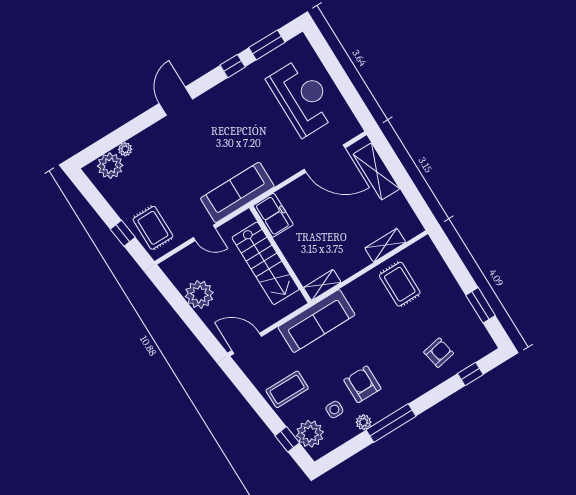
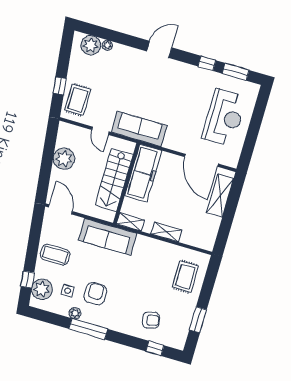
freezer: (273, 215) -> (143, 173), width x1.91, depth x1.26
shelving: (385, 245) -> (166, 232), moved
rug: (400, 284) -> (185, 277), moved

